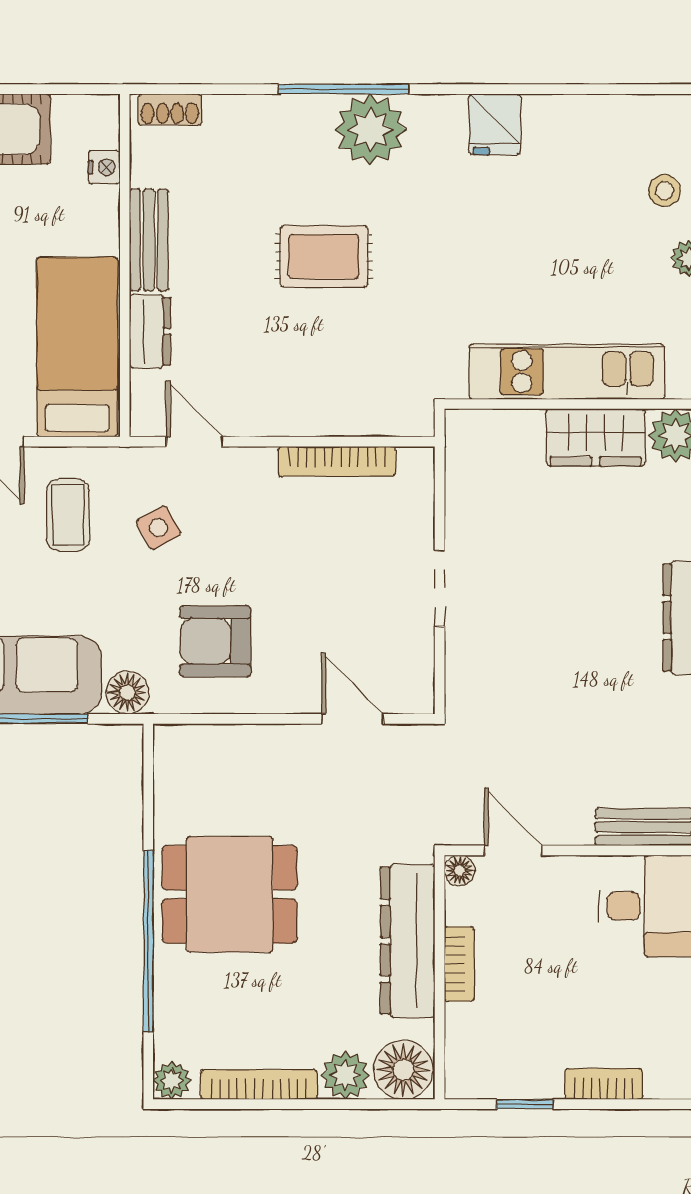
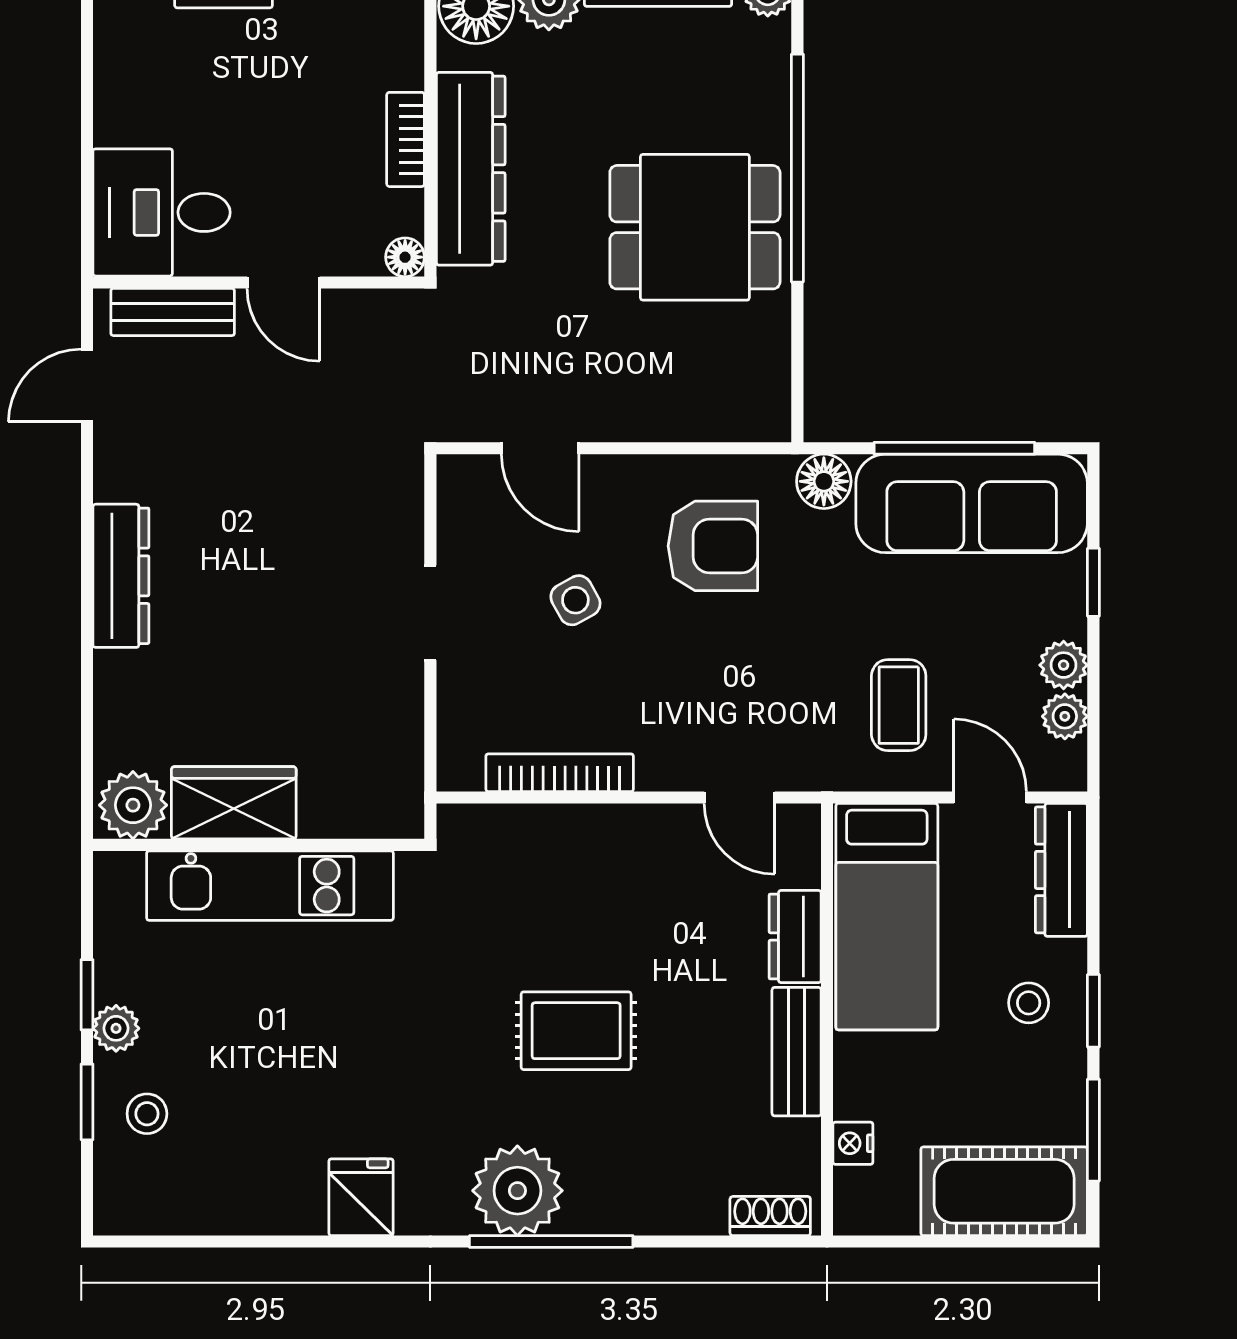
side table: (158, 528) -> (575, 600), moved
door: (513, 850) -> (283, 282), moved

